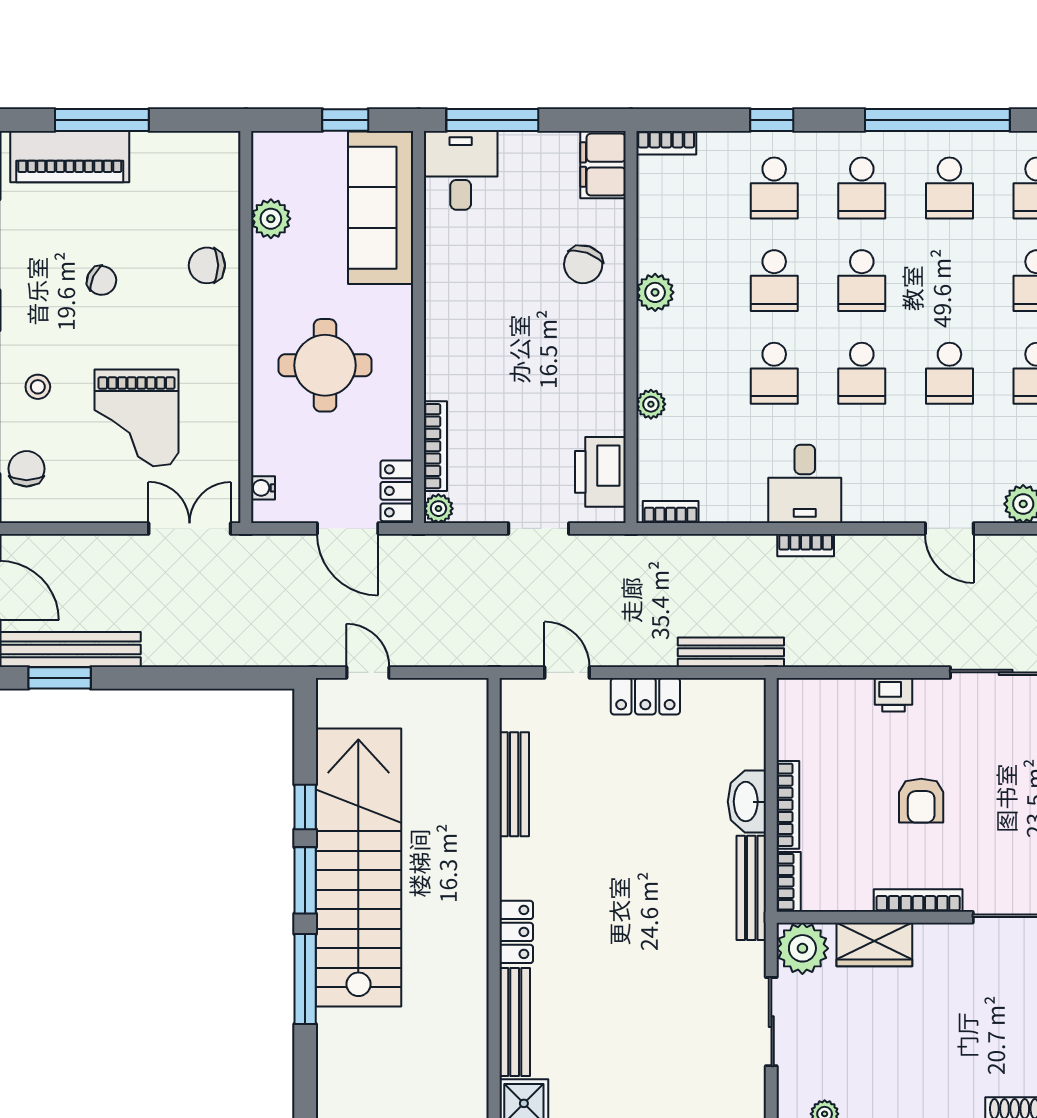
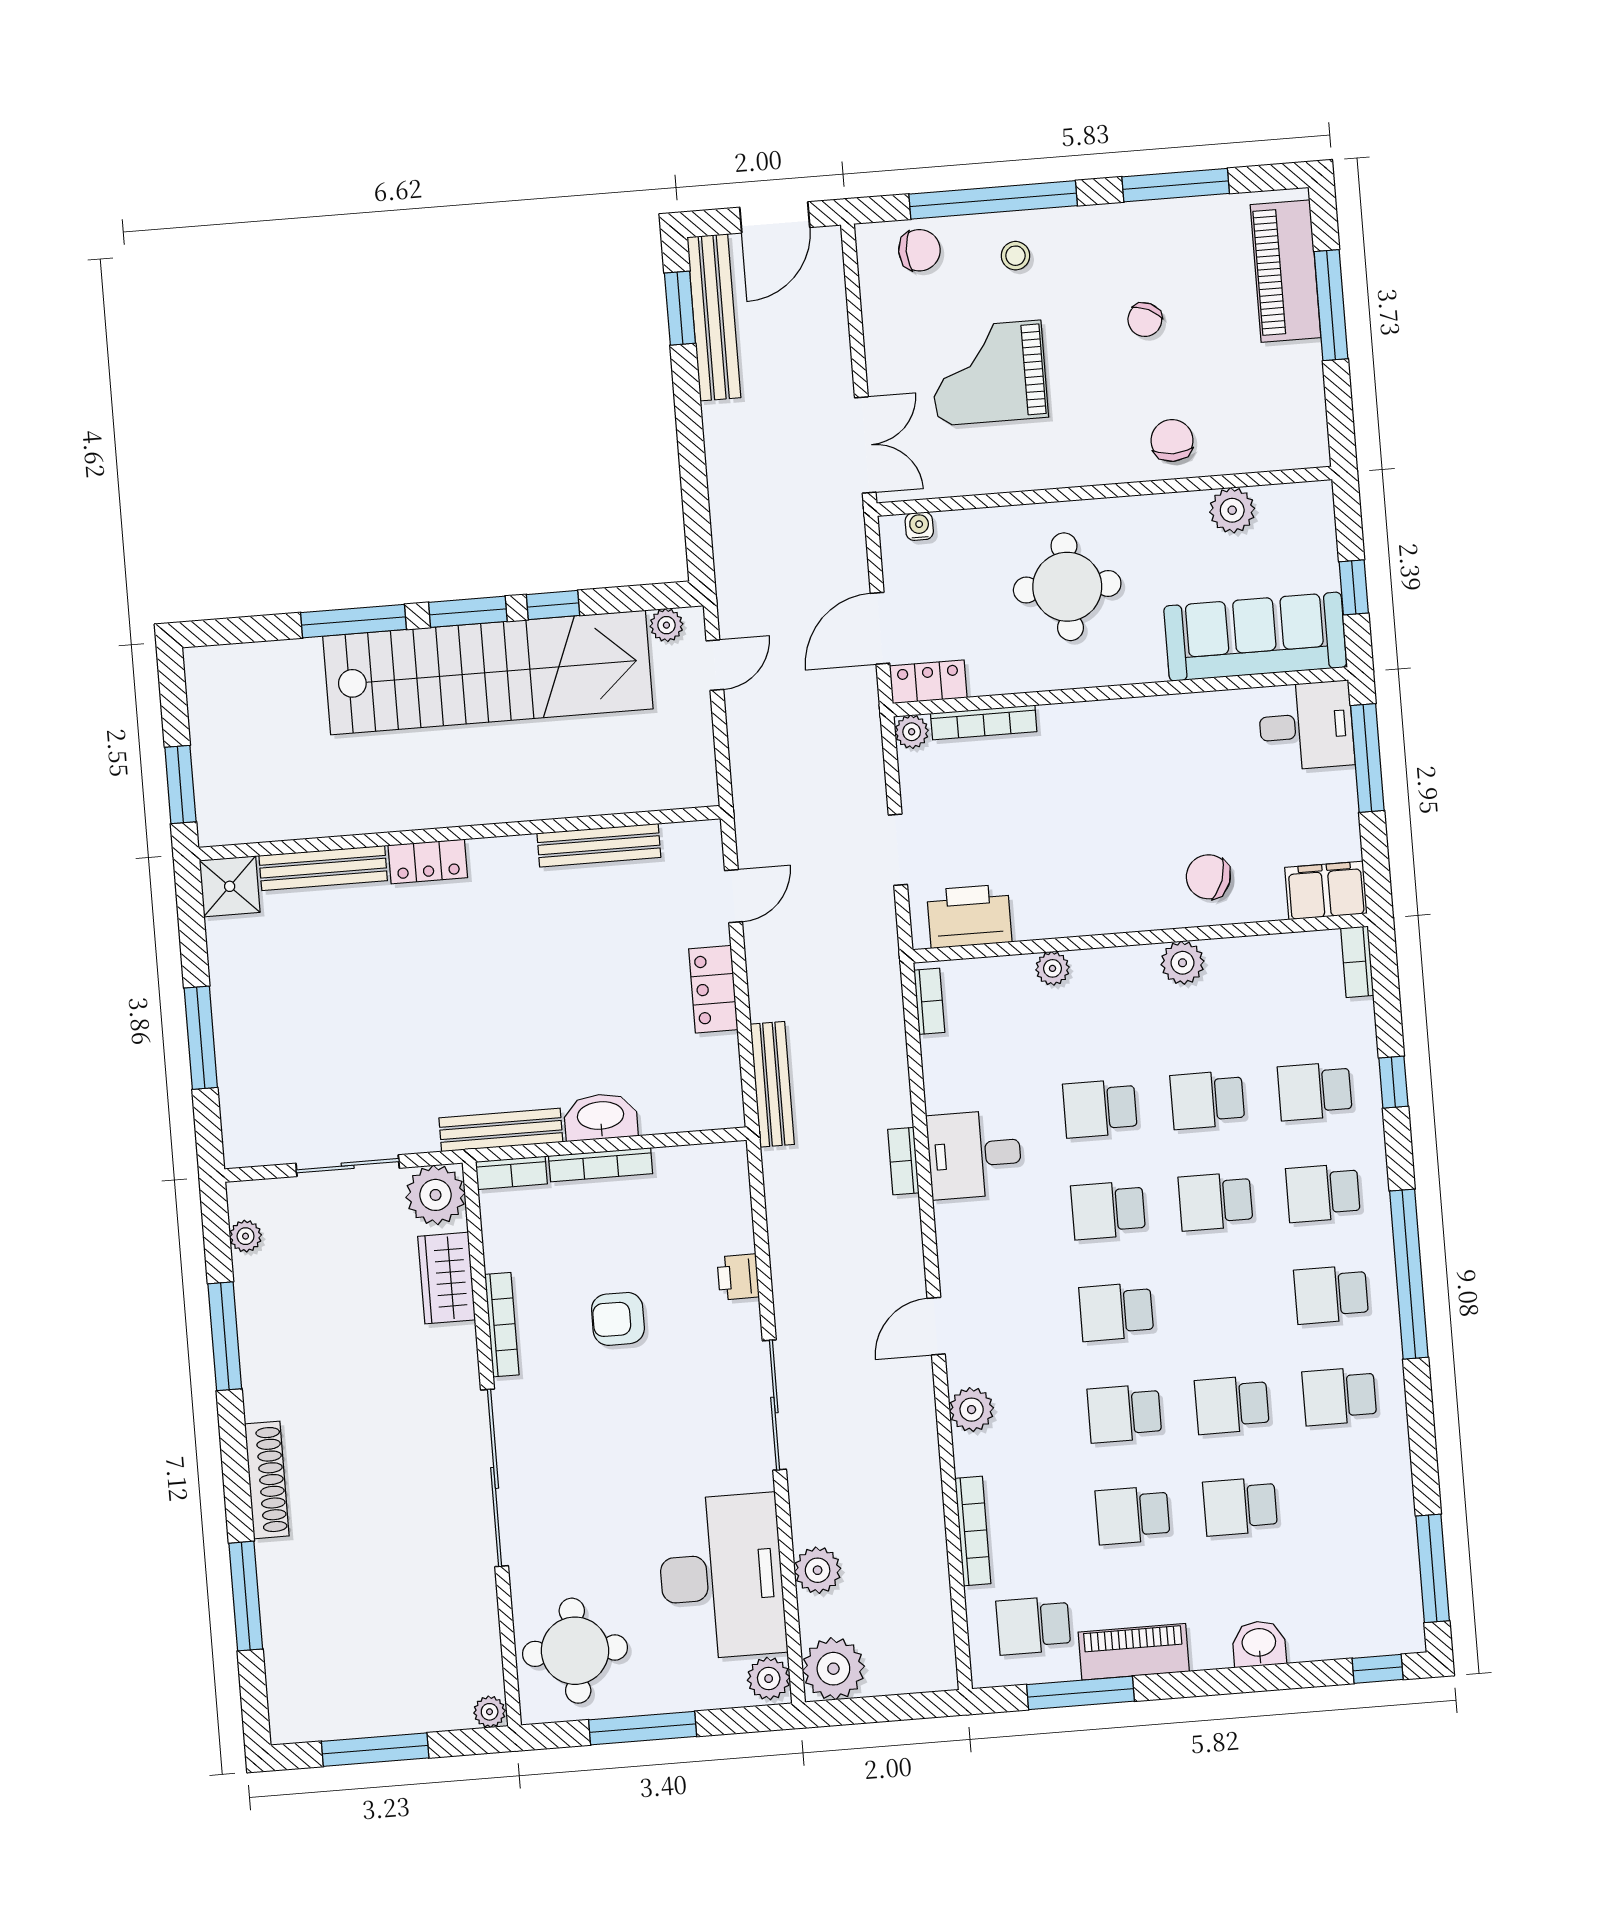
plant: (330, 711) -> (666, 625), added

